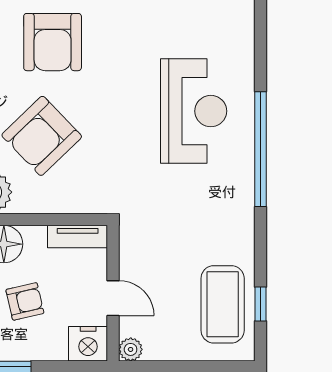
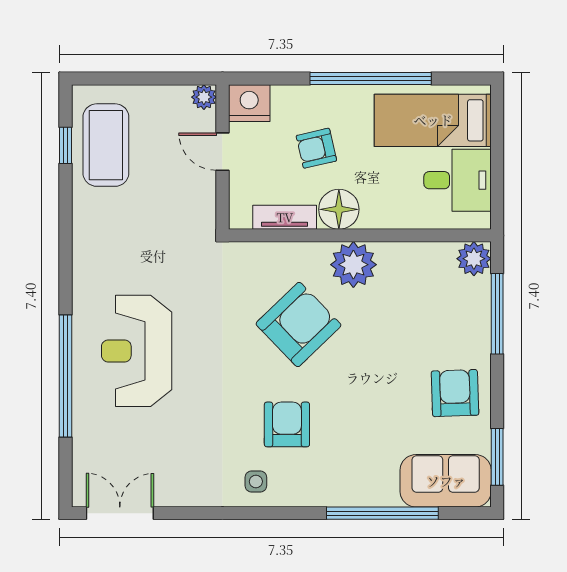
armchair: (53, 42) -> (287, 424), width x0.73, depth x0.73
window: (260, 149) -> (66, 376), moved
tv unit: (78, 237) -> (285, 217), moved

